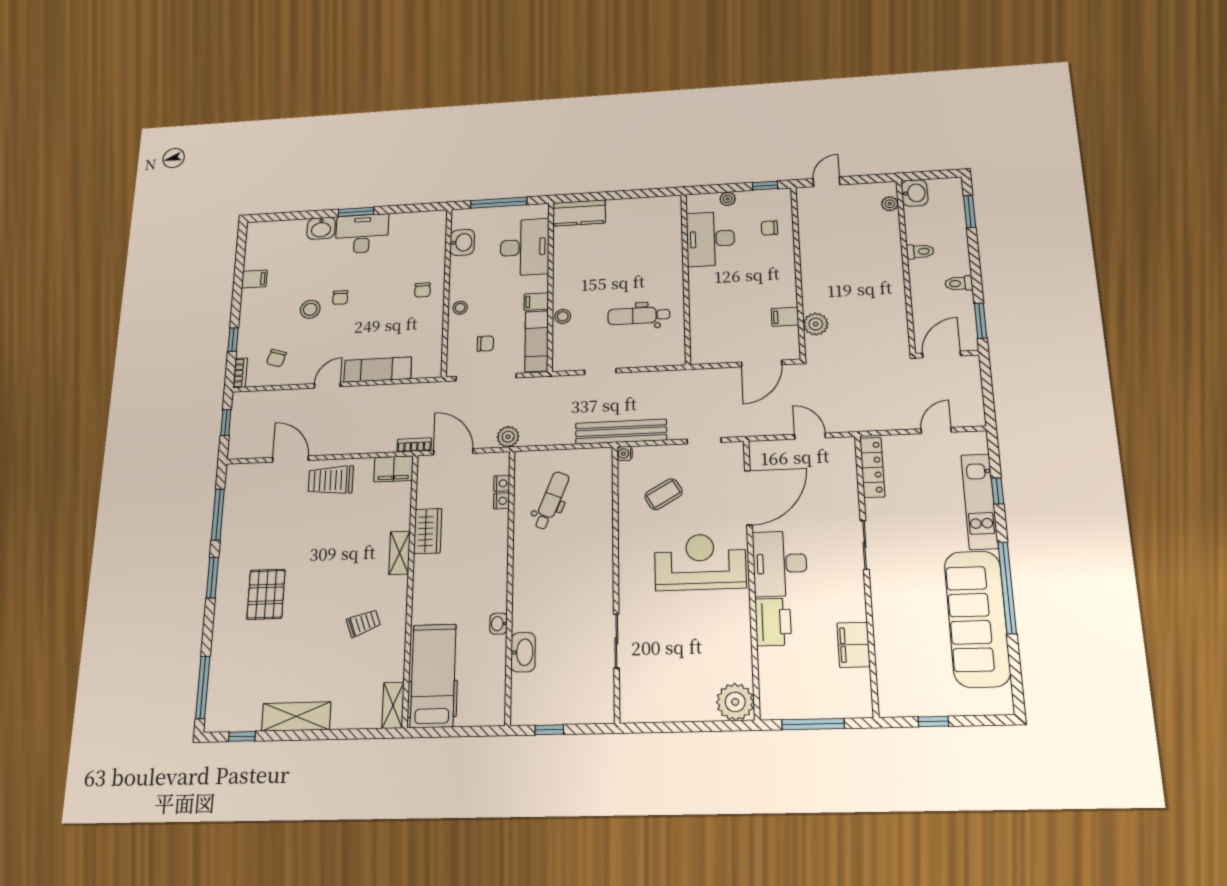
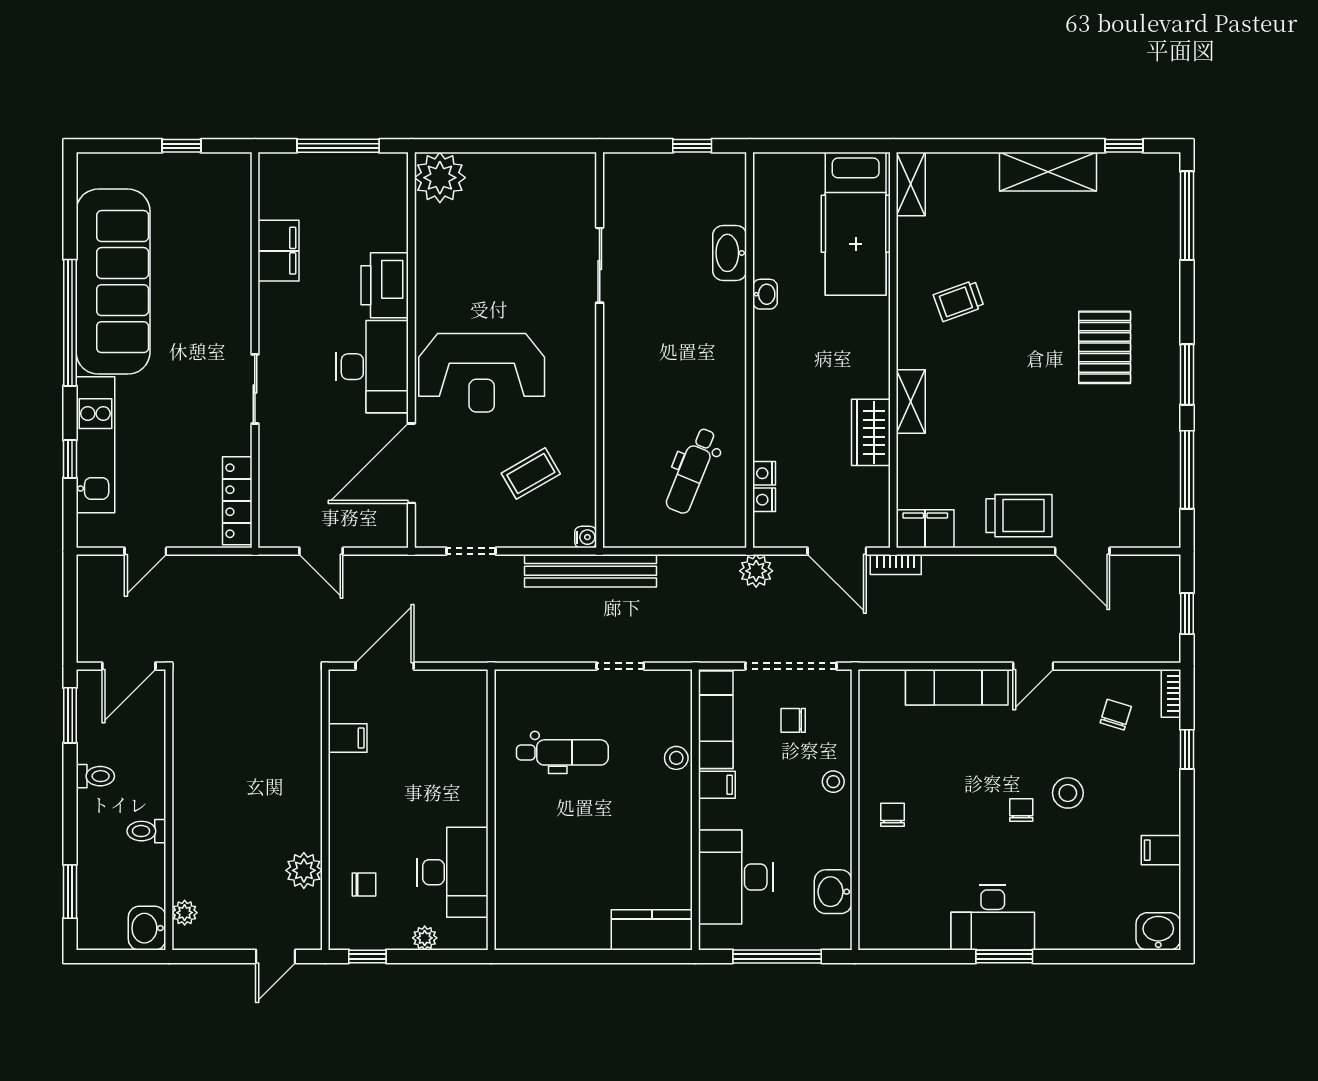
washbasin: (321, 228) -> (1158, 931), moved
plant: (816, 324) -> (304, 870), moved

